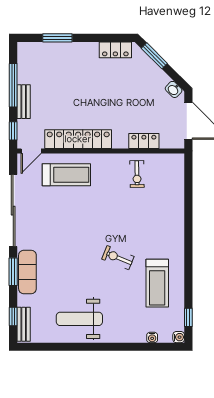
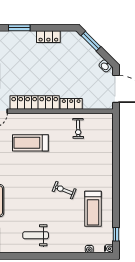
locker: (115, 50) -> (48, 37), moved
locker: (144, 141) -> (71, 104), moved
treadmill: (66, 175) -> (30, 143), moved, turned 180
weight bench: (79, 319) -> (36, 235), width x0.73, depth x0.75

